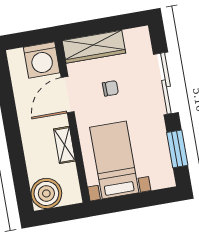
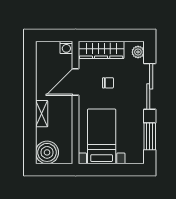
plant: (143, 41) -> (138, 52), added
washing machine: (42, 60) -> (66, 47), width x0.53, depth x0.53
shelving: (64, 145) -> (42, 114), moved

